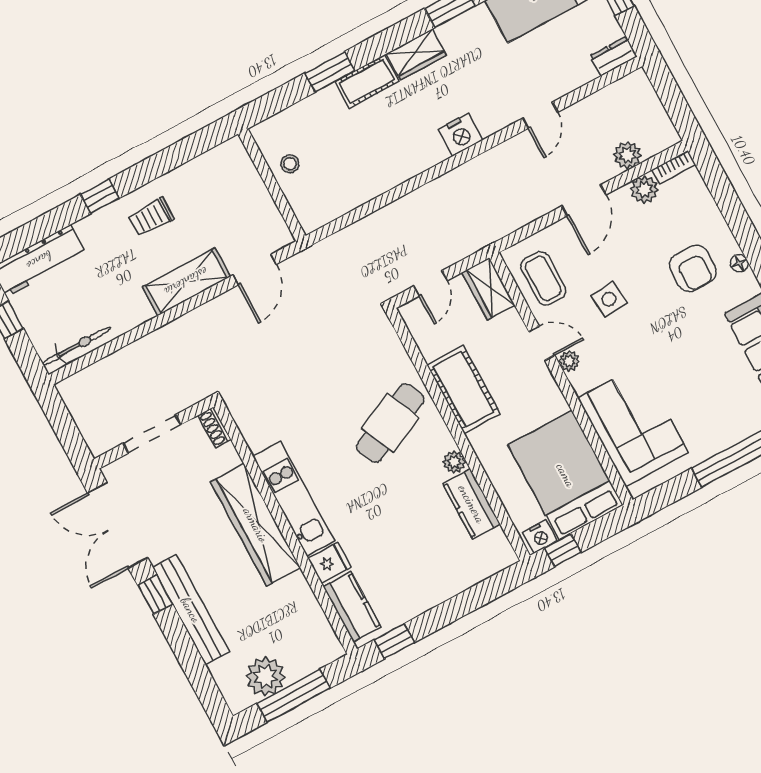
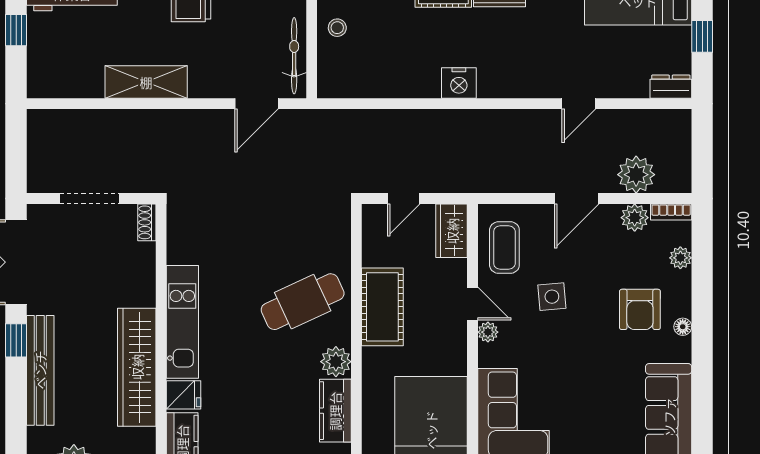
nightstand: (461, 135) -> (459, 83), moved
plant: (627, 155) -> (636, 175), width x1.36, depth x1.36
plant: (704, 203) -> (680, 258), added
shelving: (186, 282) -> (146, 82), moved
bicycle: (77, 346) -> (294, 56), moved, turned -90
plant: (454, 462) -> (336, 362), width x1.38, depth x1.38
wardrobe: (256, 525) -> (137, 367), moved

